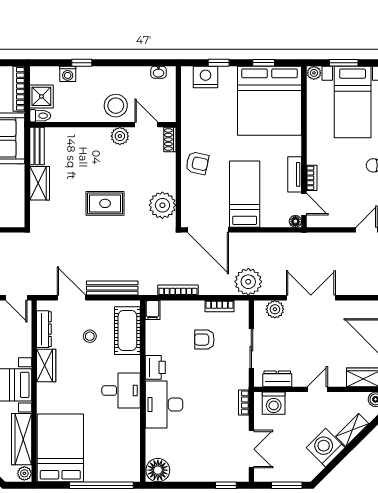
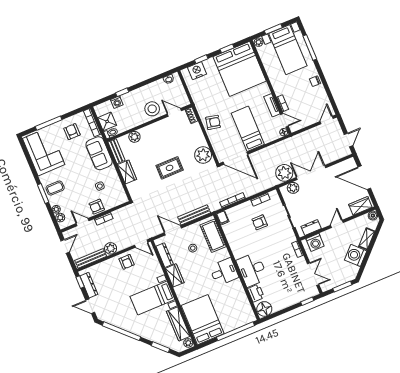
plant: (120, 136) -> (134, 137), moved
plant: (248, 282) -> (284, 173), moved
printer: (155, 367) -> (256, 293), moved

